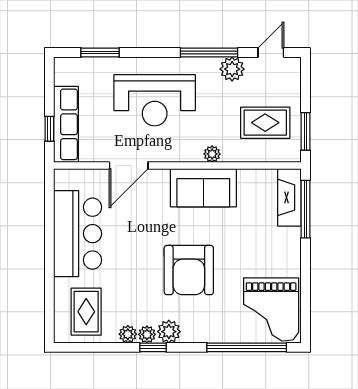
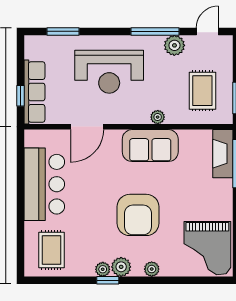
rug: (265, 123) -> (202, 91), turned 90
plant: (128, 334) -> (152, 269), moved
window: (247, 347) -> (187, 280), removed

